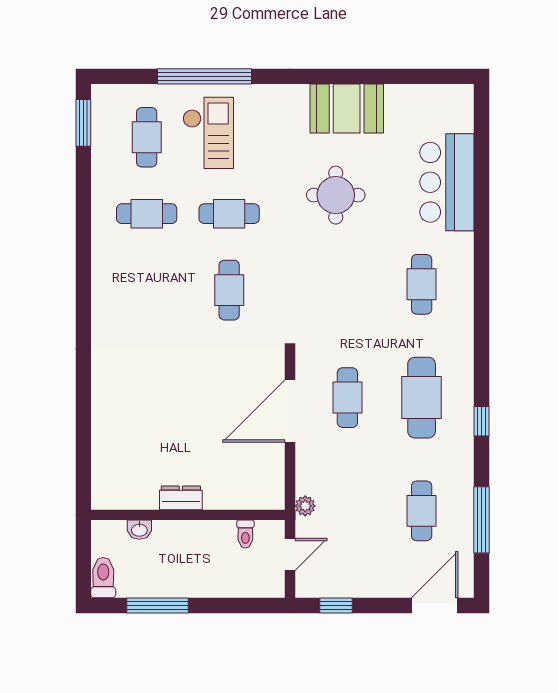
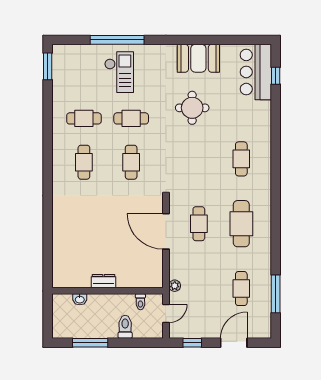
cafe table: (147, 137) -> (84, 162), moved
bar counter: (447, 182) -> (256, 72), moved
door: (290, 411) -> (166, 231), hinge flipped
window: (482, 421) -> (276, 76), moved
toilet: (103, 578) -> (125, 327), moved
door: (435, 606) -> (234, 343), moved

